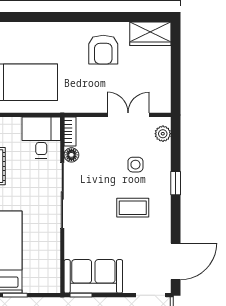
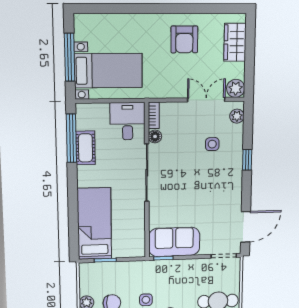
wardrobe: (150, 34) -> (235, 42), moved, turned 90
plant: (161, 103) -> (236, 88), added
coffee table: (133, 208) -> (209, 182), removed

